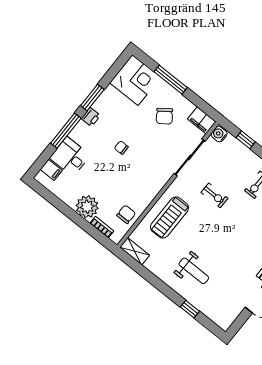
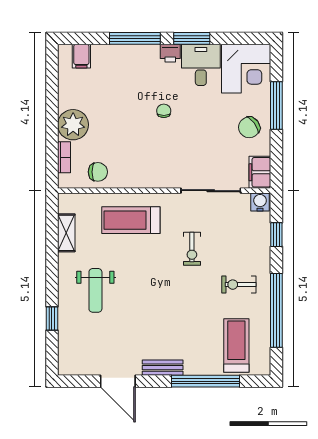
chair: (164, 116) -> (249, 127), moved
desk: (70, 157) -> (201, 65), moved
shelving: (135, 251) -> (66, 233), moved

